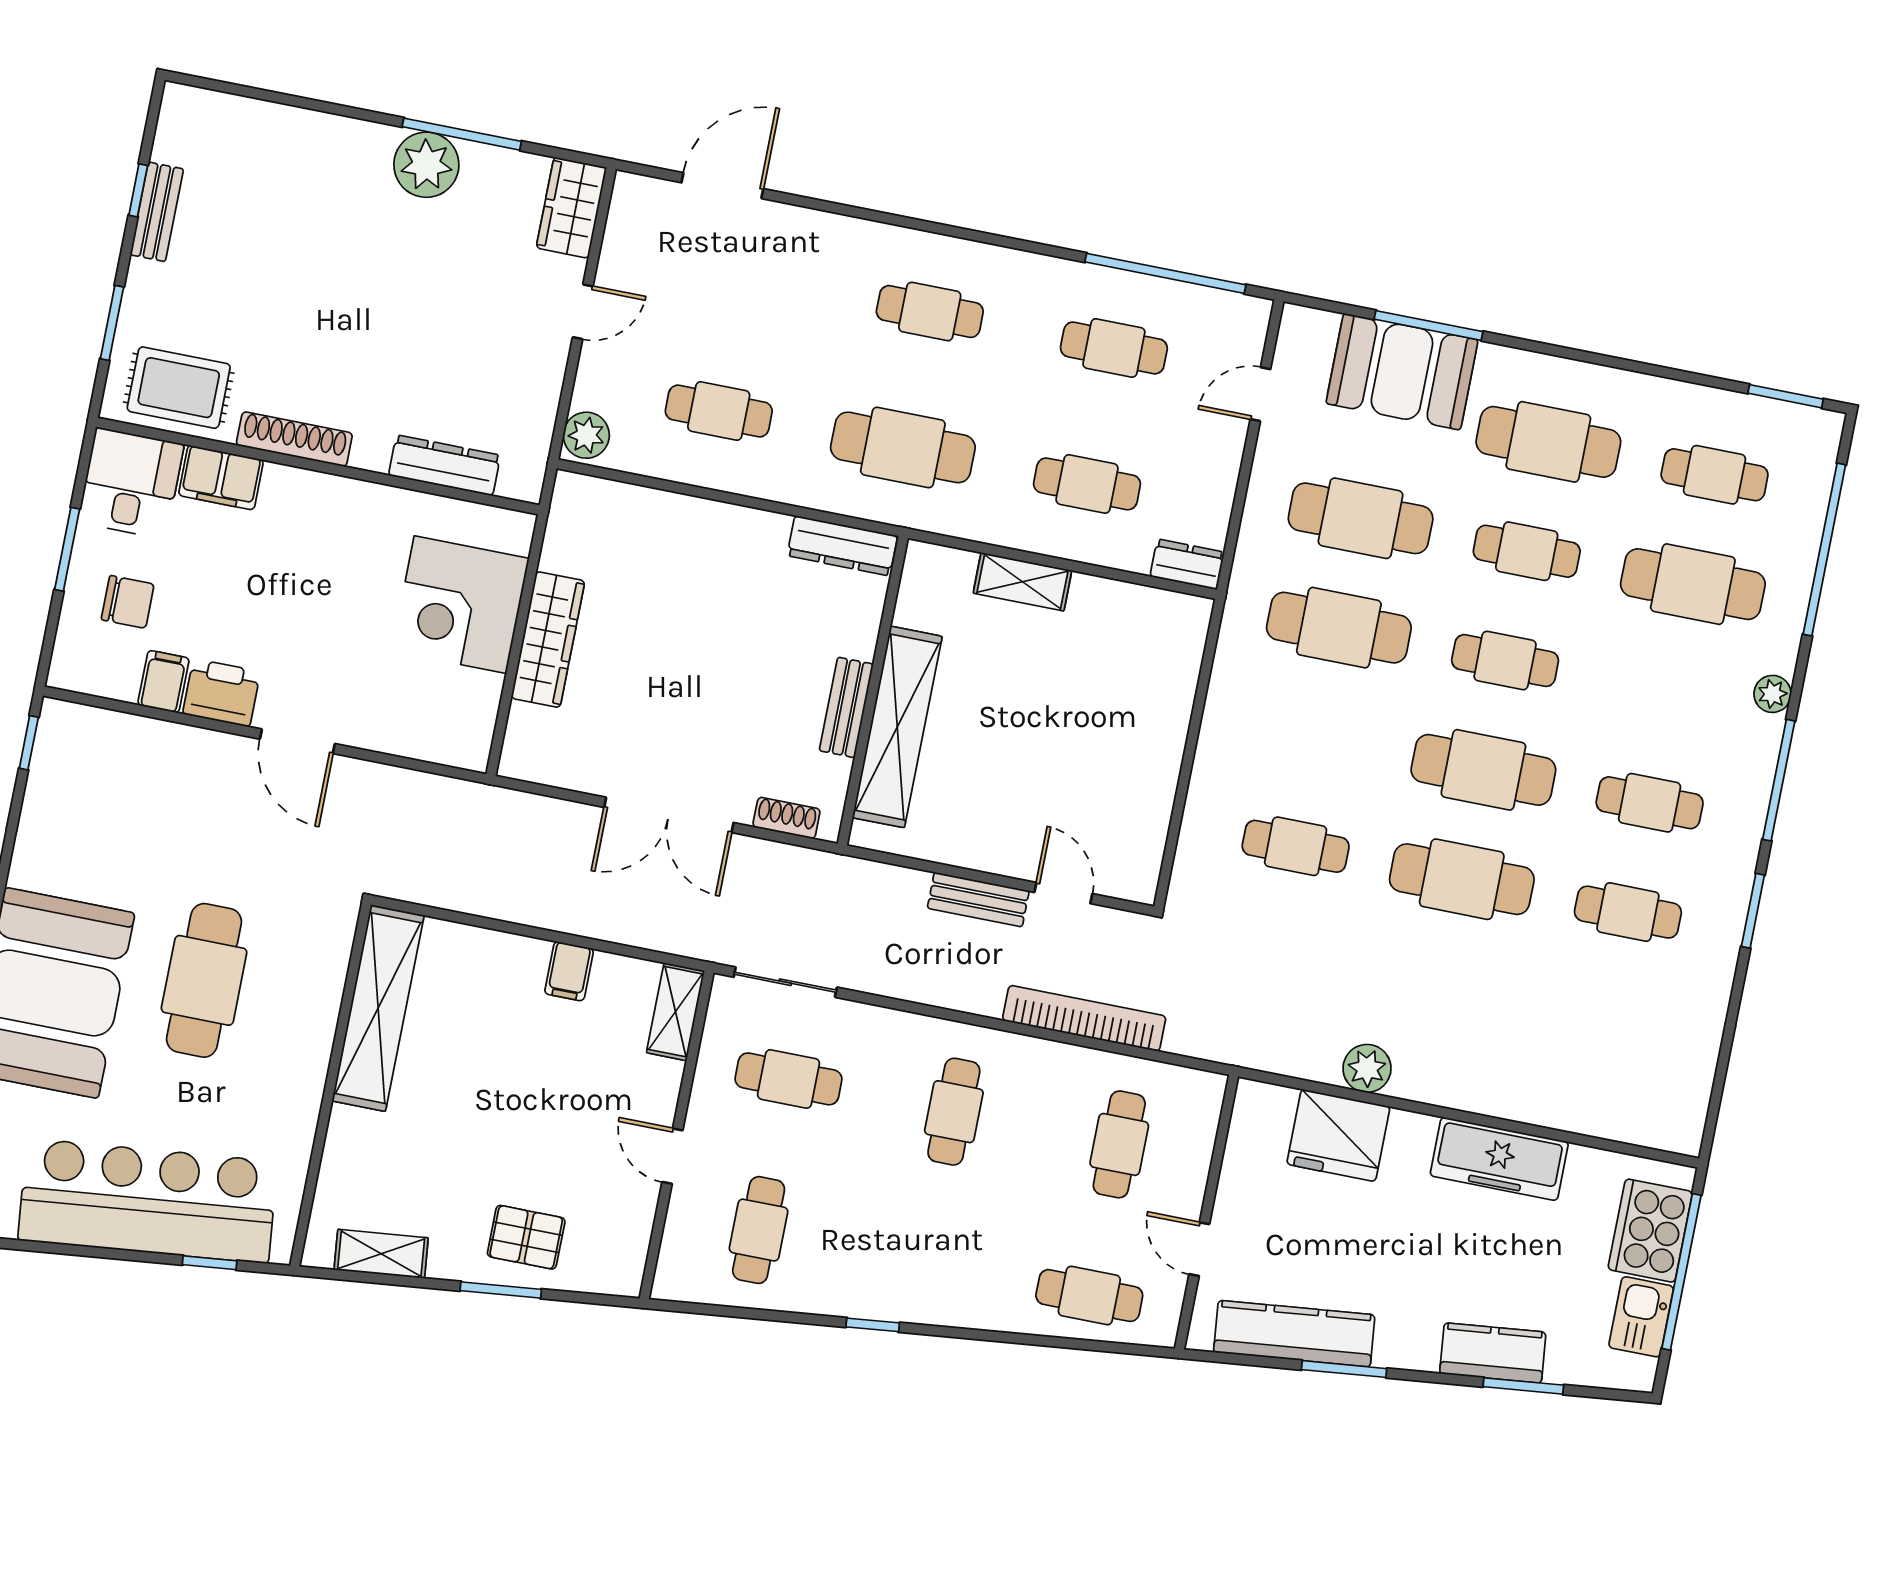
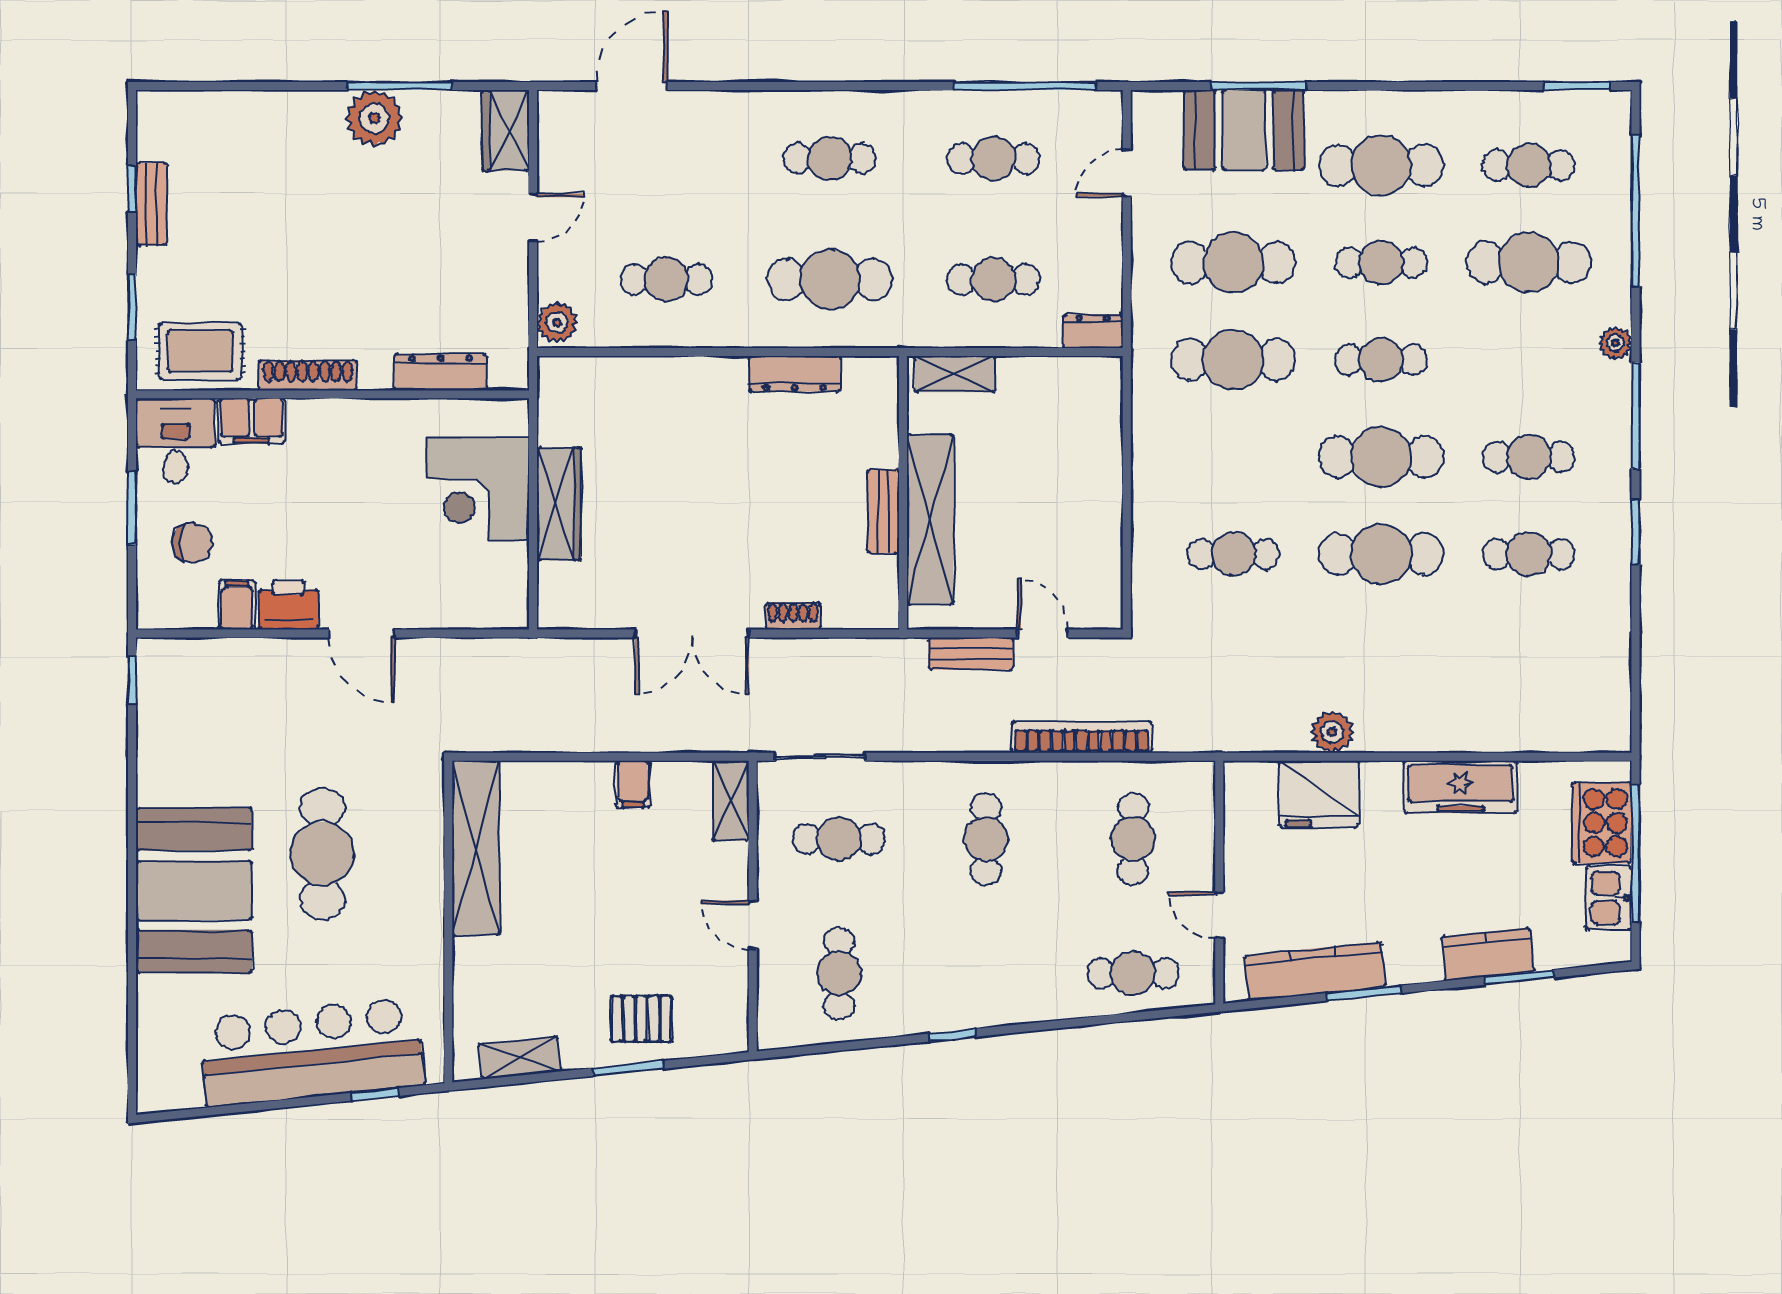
wall: (873, 691) -> (903, 493), moved
bench: (846, 707) -> (883, 511), moved
shelving: (897, 727) -> (930, 519), moved

